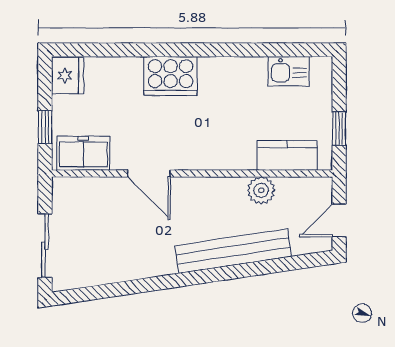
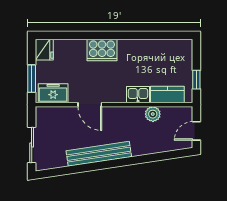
kitchen sink: (289, 71) -> (138, 95), moved, turned 180
window: (45, 127) -> (32, 79), width x1.50
bench: (233, 251) -> (99, 154), moved

